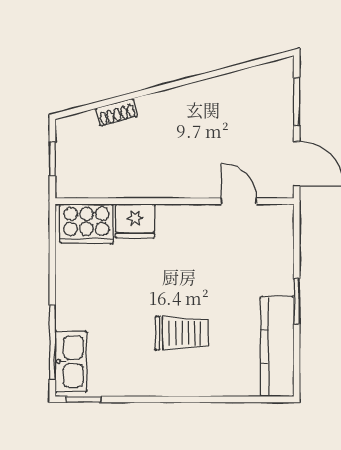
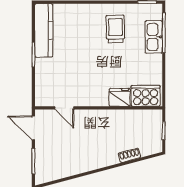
trolley: (182, 333) -> (115, 29), moved, turned 89
kitchen sink: (71, 361) -> (154, 37), moved

